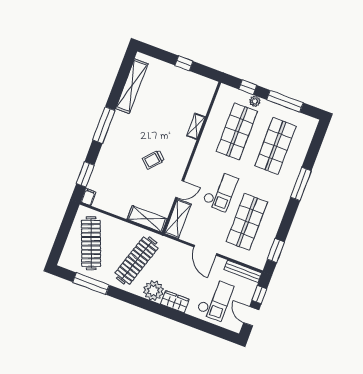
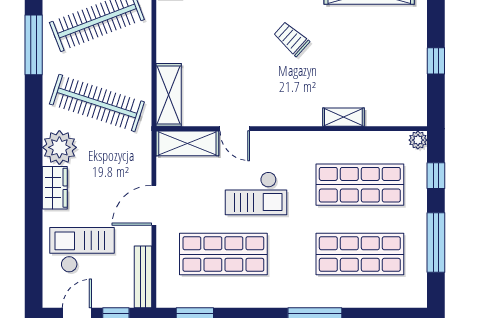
plant: (255, 101) -> (418, 140), moved
trolley: (153, 160) -> (291, 39), moved
checkout: (215, 299) -> (82, 250), turned 180

